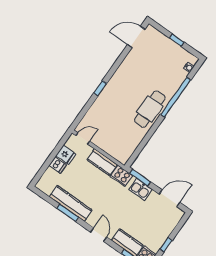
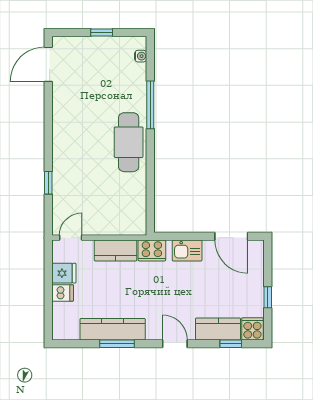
window: (100, 88) -> (48, 183), moved
window: (176, 97) -> (150, 105), width x0.68
window: (140, 178) -> (176, 236), removed
door: (170, 198) -> (231, 236), swing flipped

